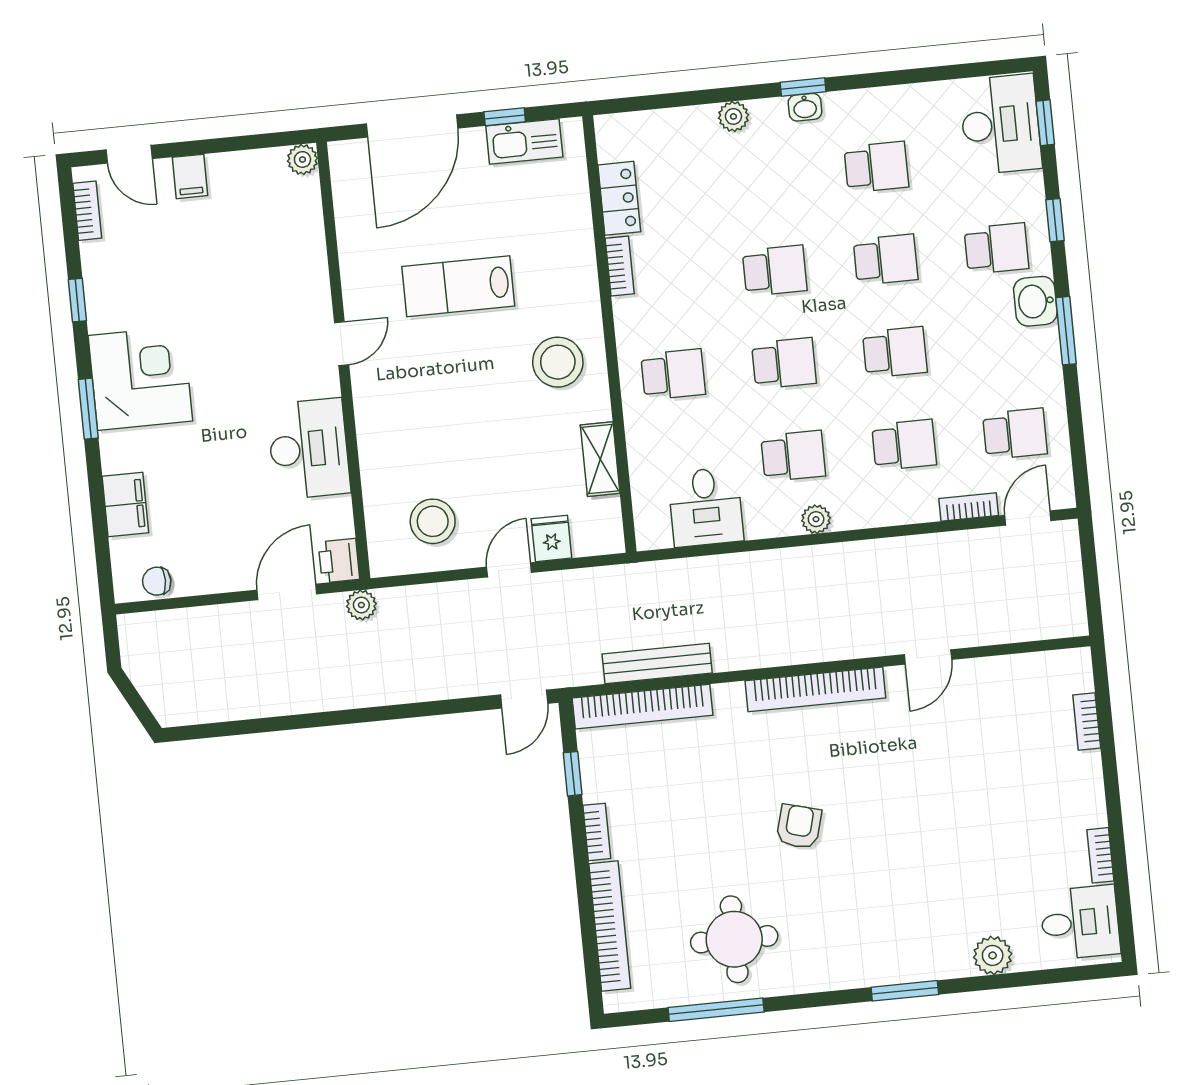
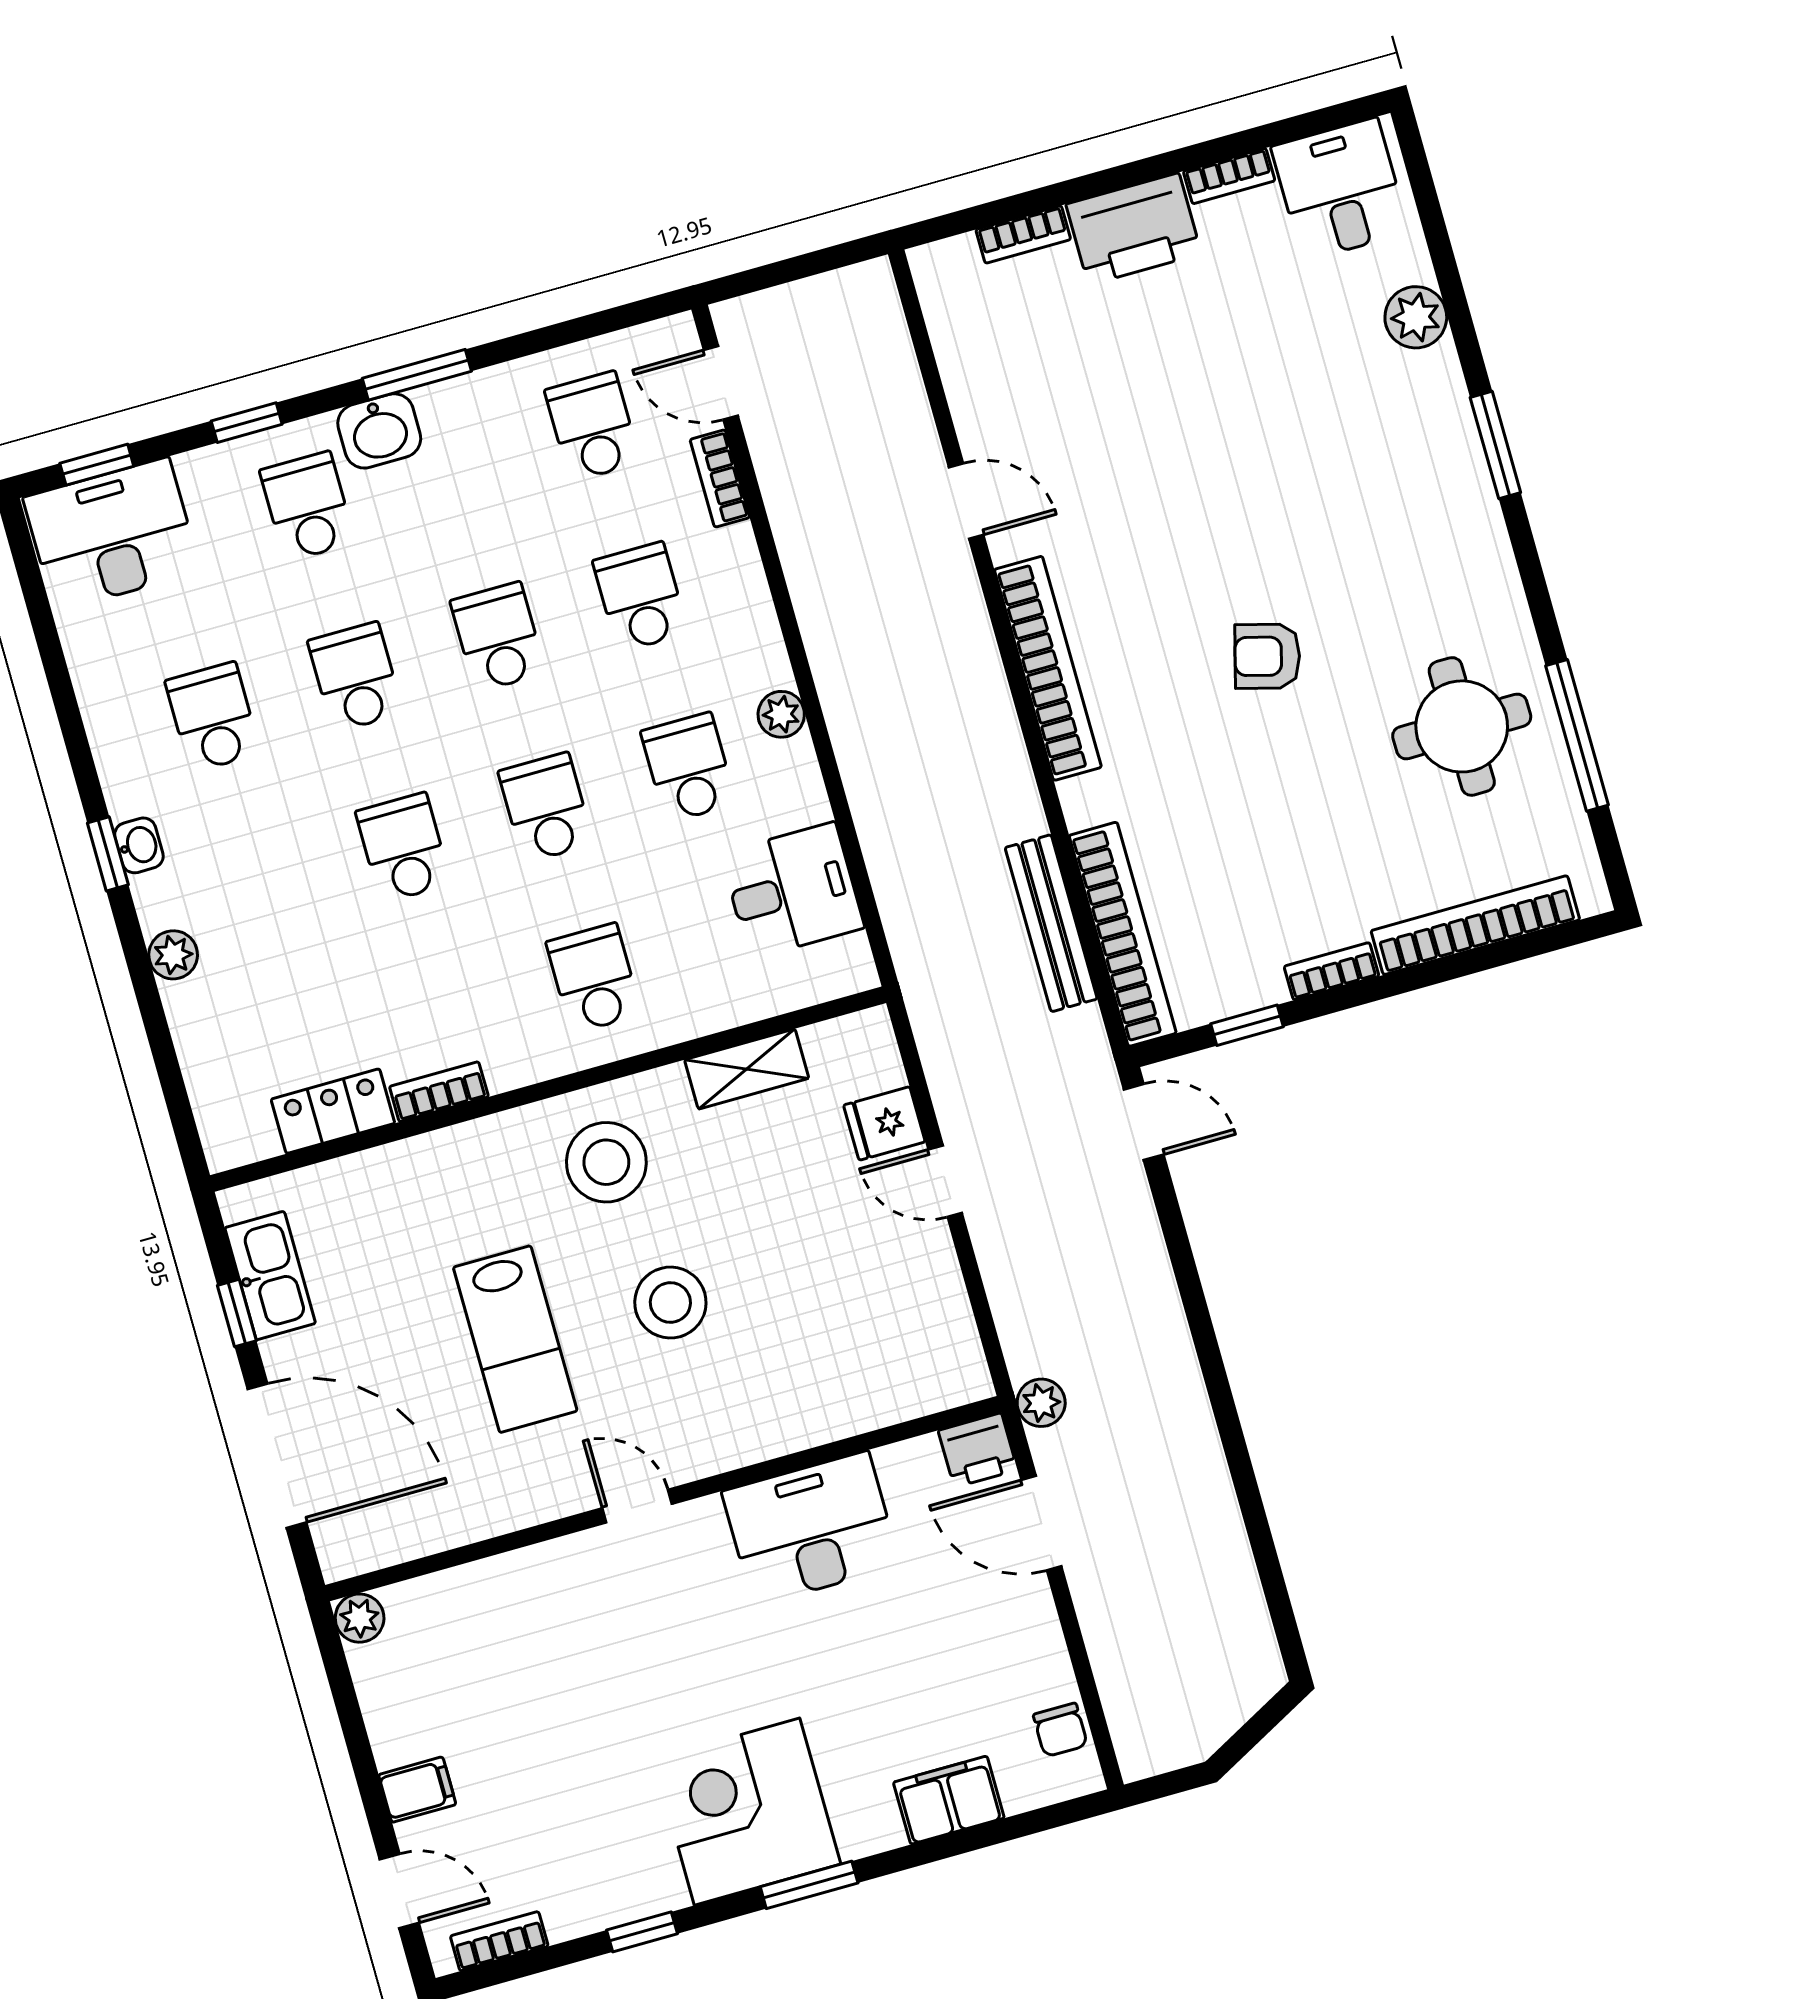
door: (129, 154) -> (399, 1891), hinge flipped
stool: (433, 521) -> (670, 1303), moved
printer: (1078, 790) -> (1134, 229), added

